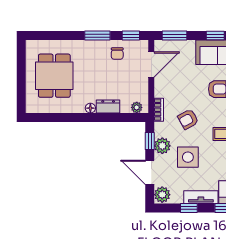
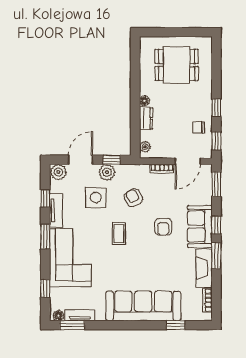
window: (97, 36) -> (216, 108), width x0.67
door: (151, 64) -> (188, 161), hinge flipped
bookcase: (159, 110) -> (162, 169), moved

